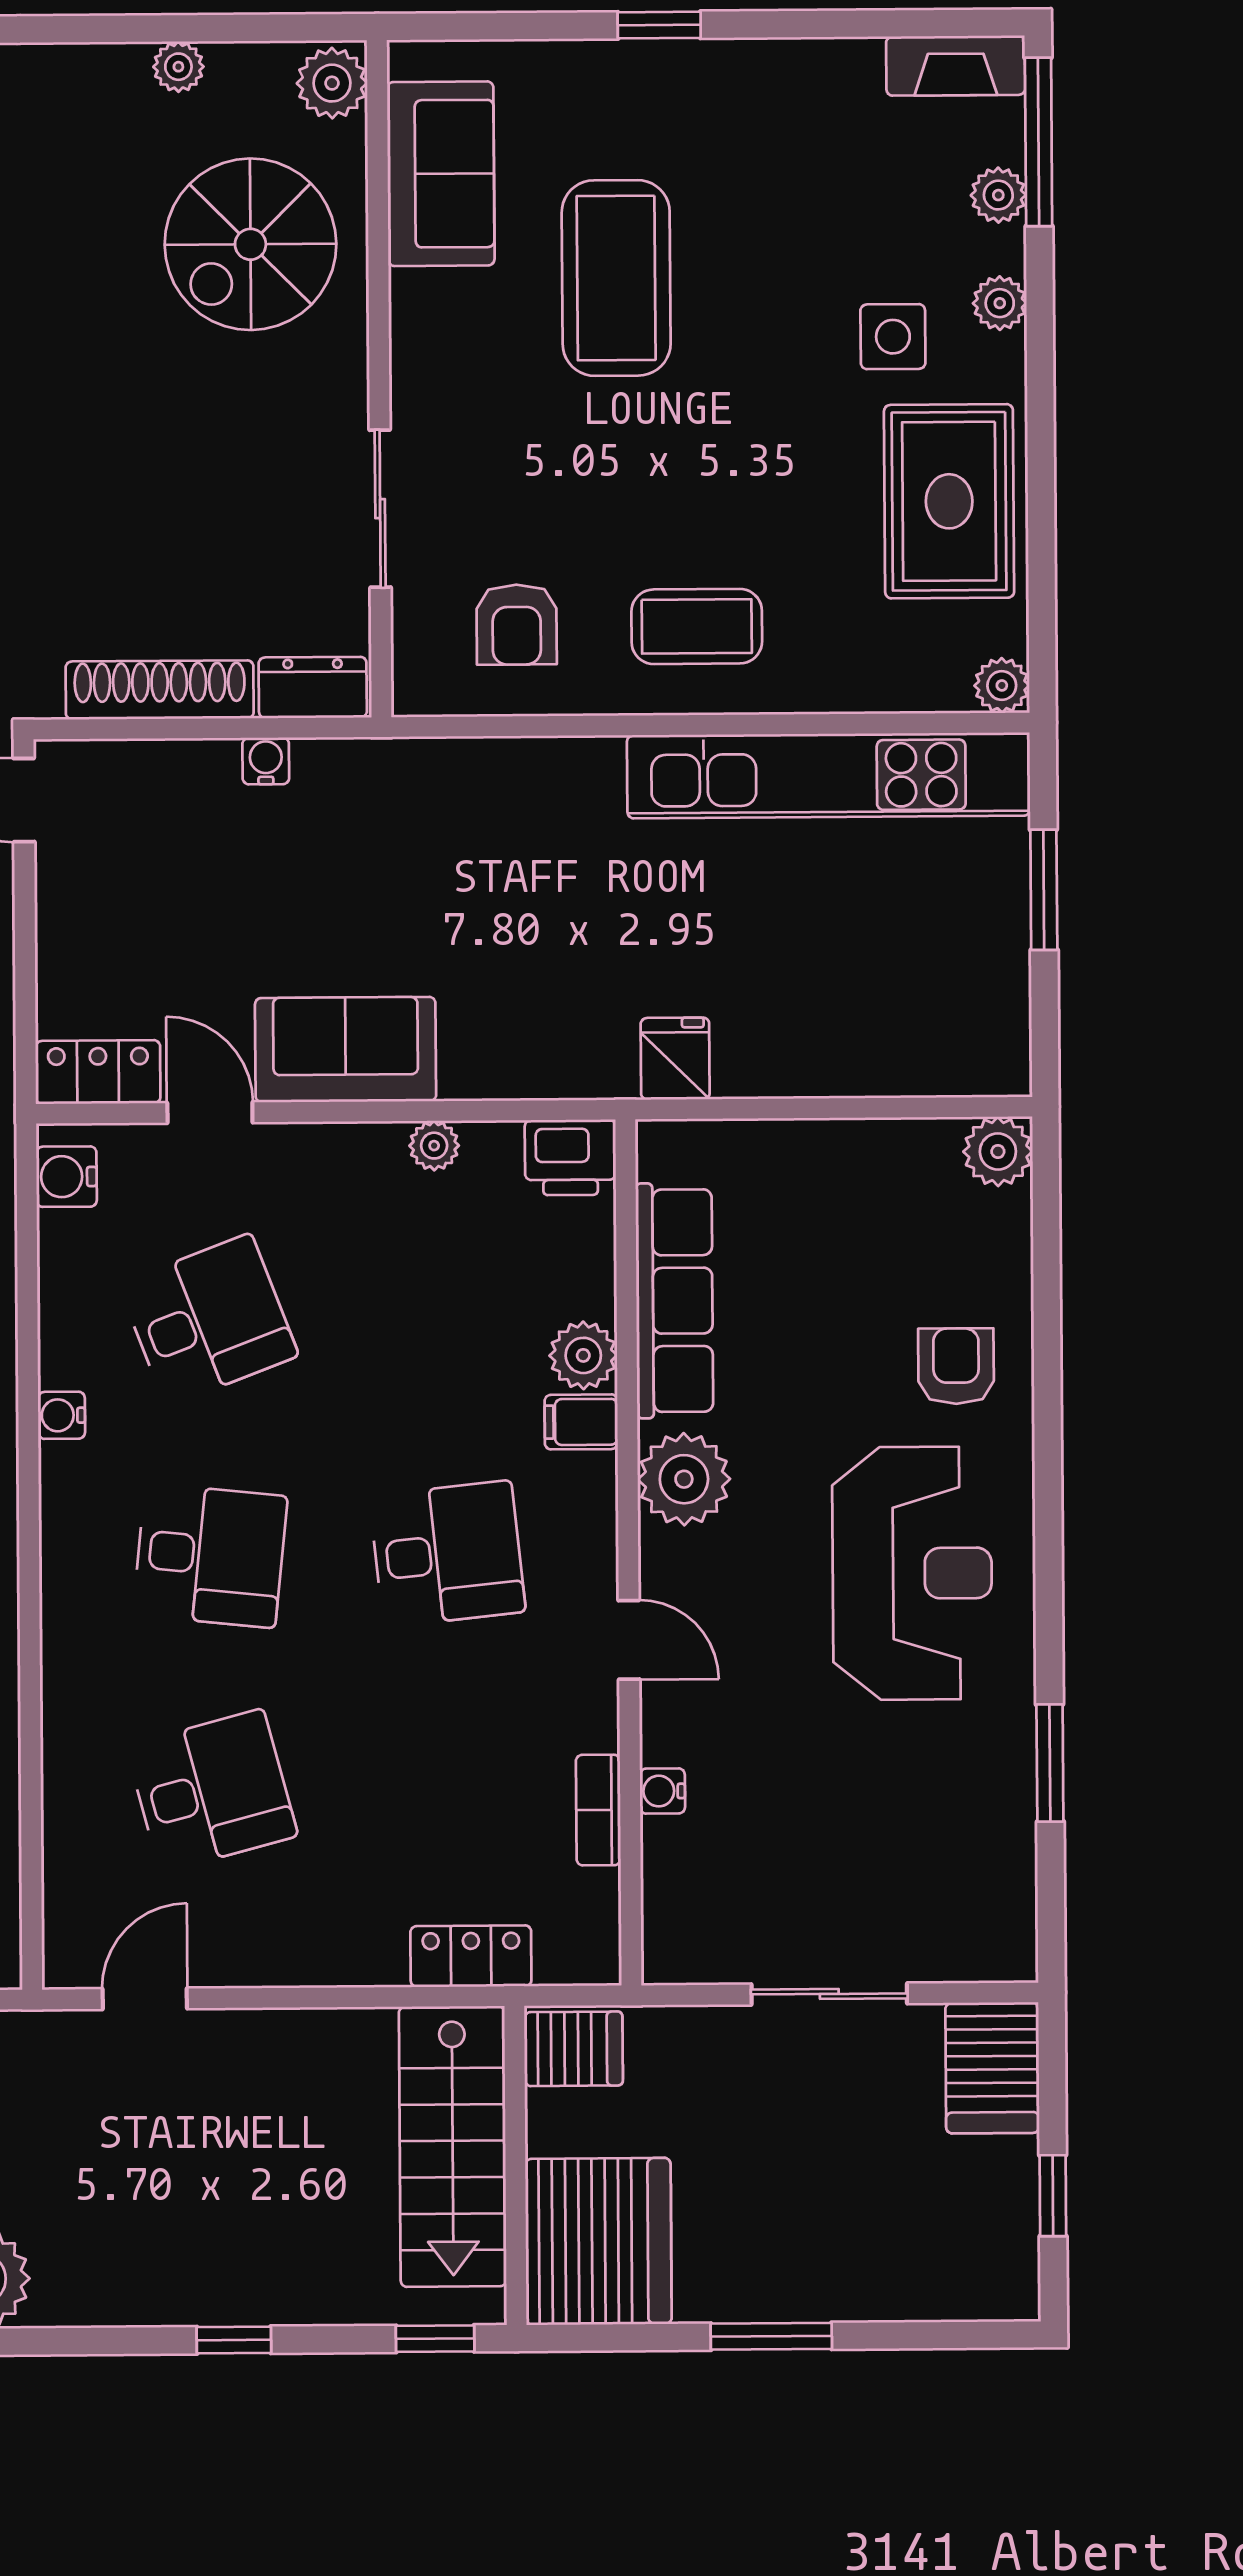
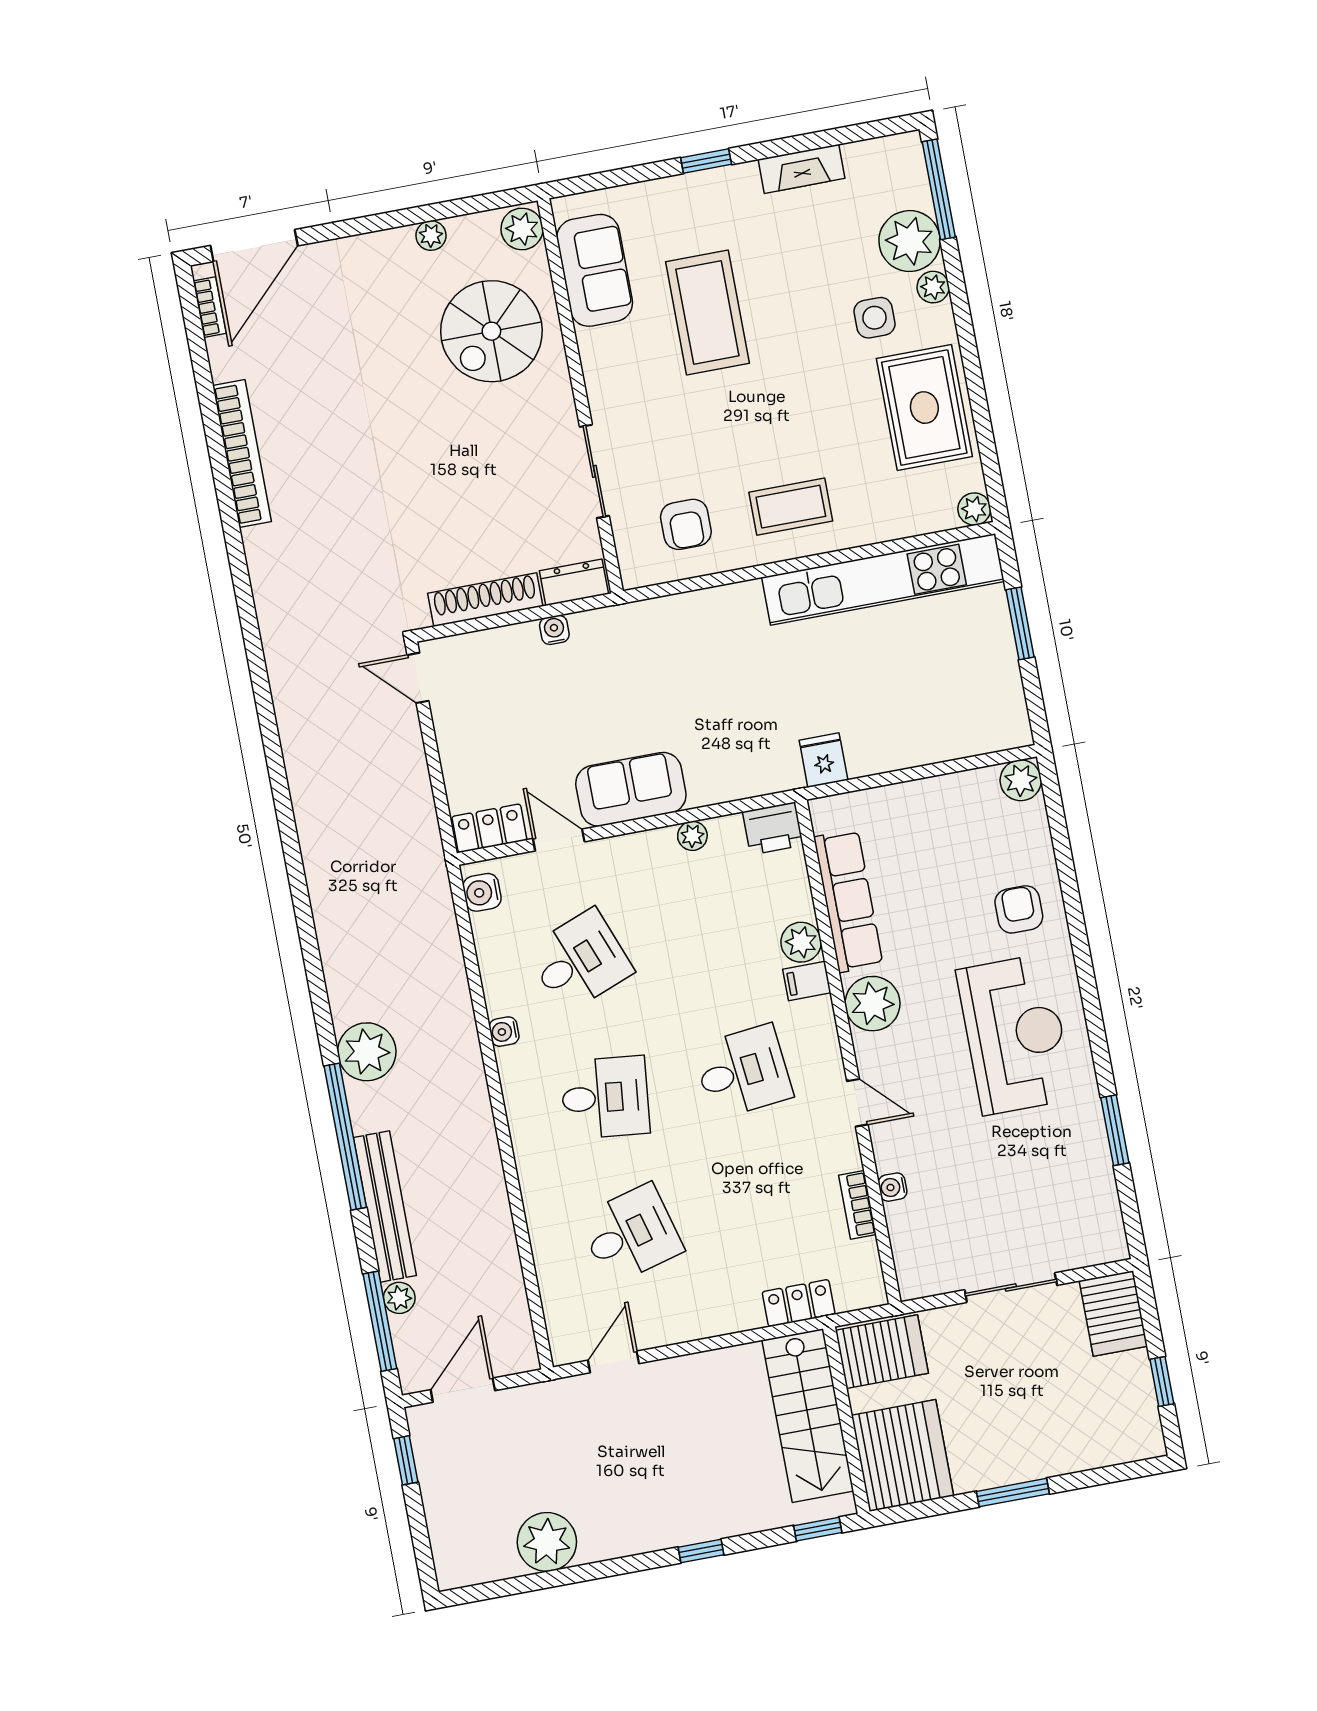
fireplace: (956, 66) -> (802, 169), moved
plant: (998, 195) -> (910, 241), width x1.87, depth x1.87
server rack: (573, 2049) -> (882, 1352), width x1.36, depth x1.44

